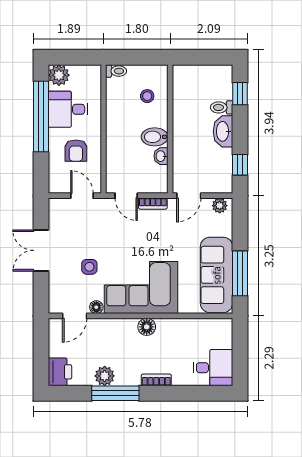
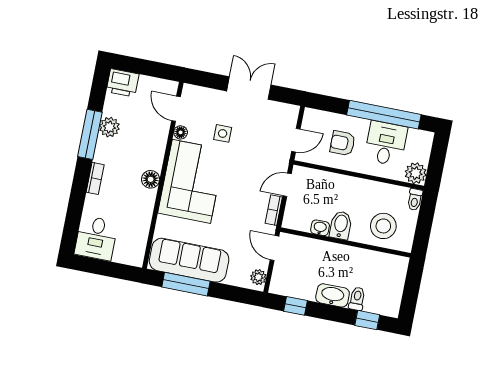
plant: (59, 75) -> (416, 173), moved
stool: (147, 96) -> (383, 226), width x1.89, depth x1.89

